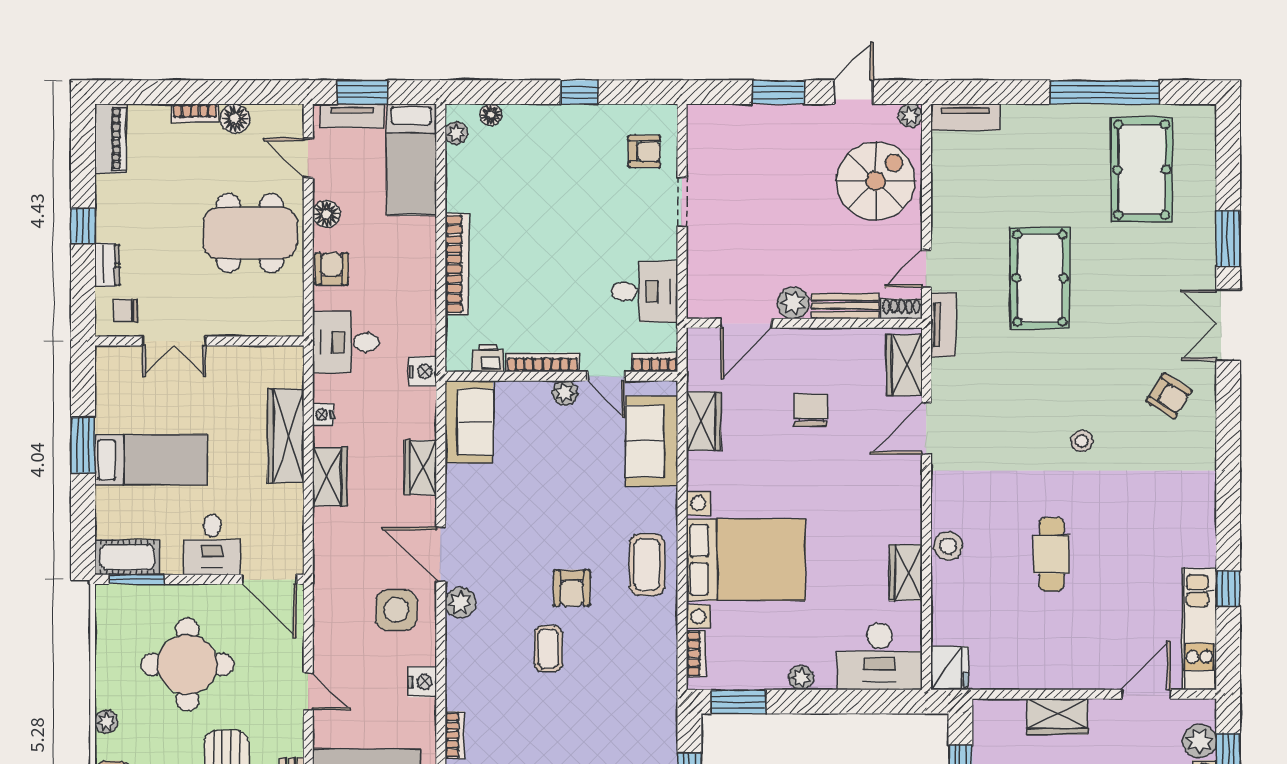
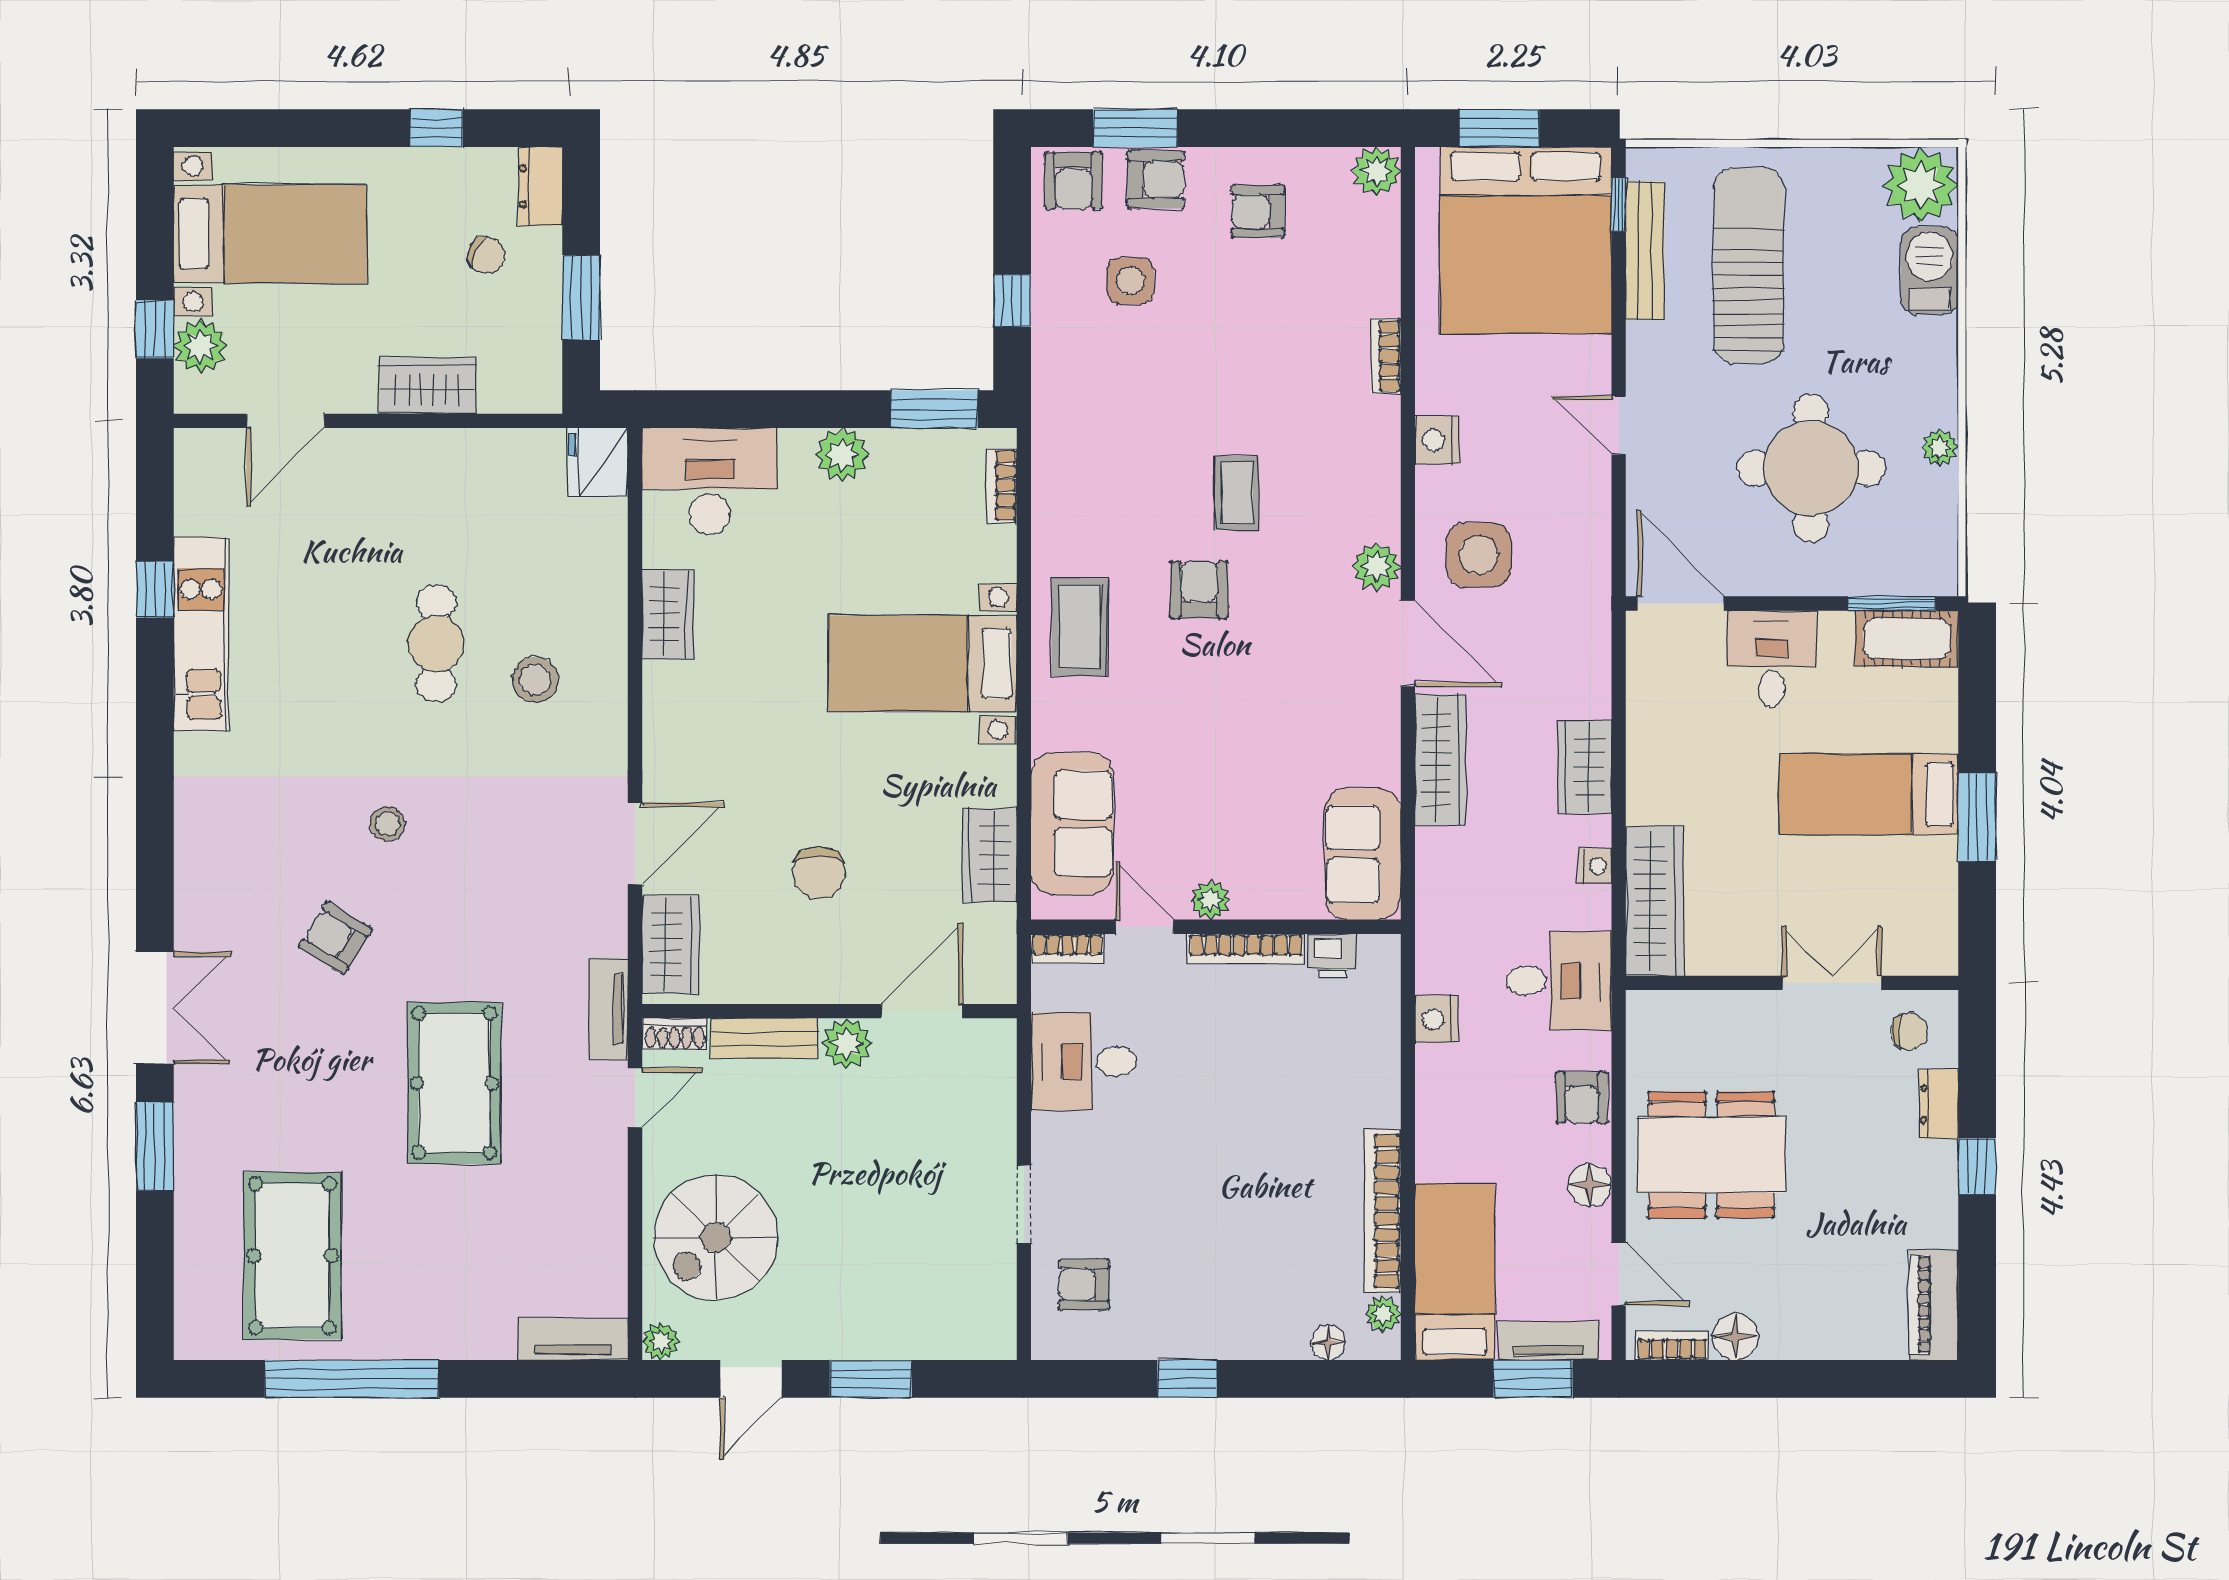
bookcase: (195, 113) -> (1672, 1346), moved
bookcase: (457, 264) -> (1382, 1211), moved
nightstand: (423, 371) -> (1437, 1019), moved
armchair: (1169, 396) -> (335, 938), moved
wardrobe: (286, 436) -> (1655, 901), moved
wardrobe: (420, 467) -> (1440, 760), width x1.50
stool: (948, 546) -> (535, 680), moved
bed with nightstands: (746, 560) -> (922, 663), width x0.73
kitchen unit: (1199, 629) -> (201, 634), moved
plant: (801, 678) -> (842, 455), width x1.38, depth x1.38
plant: (106, 722) -> (1940, 447), moved

